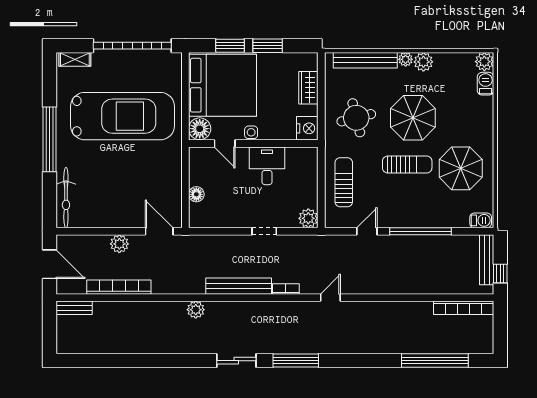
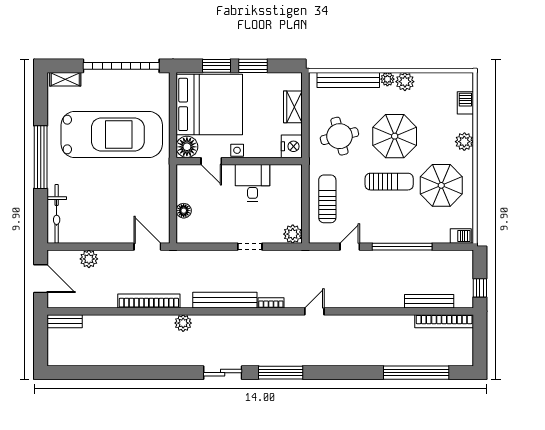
plant: (484, 62) -> (464, 142), moved
plant: (119, 244) -> (89, 259), moved
bench: (487, 260) -> (429, 301), moved, turned 90
bookcase: (119, 287) -> (149, 301), moved

